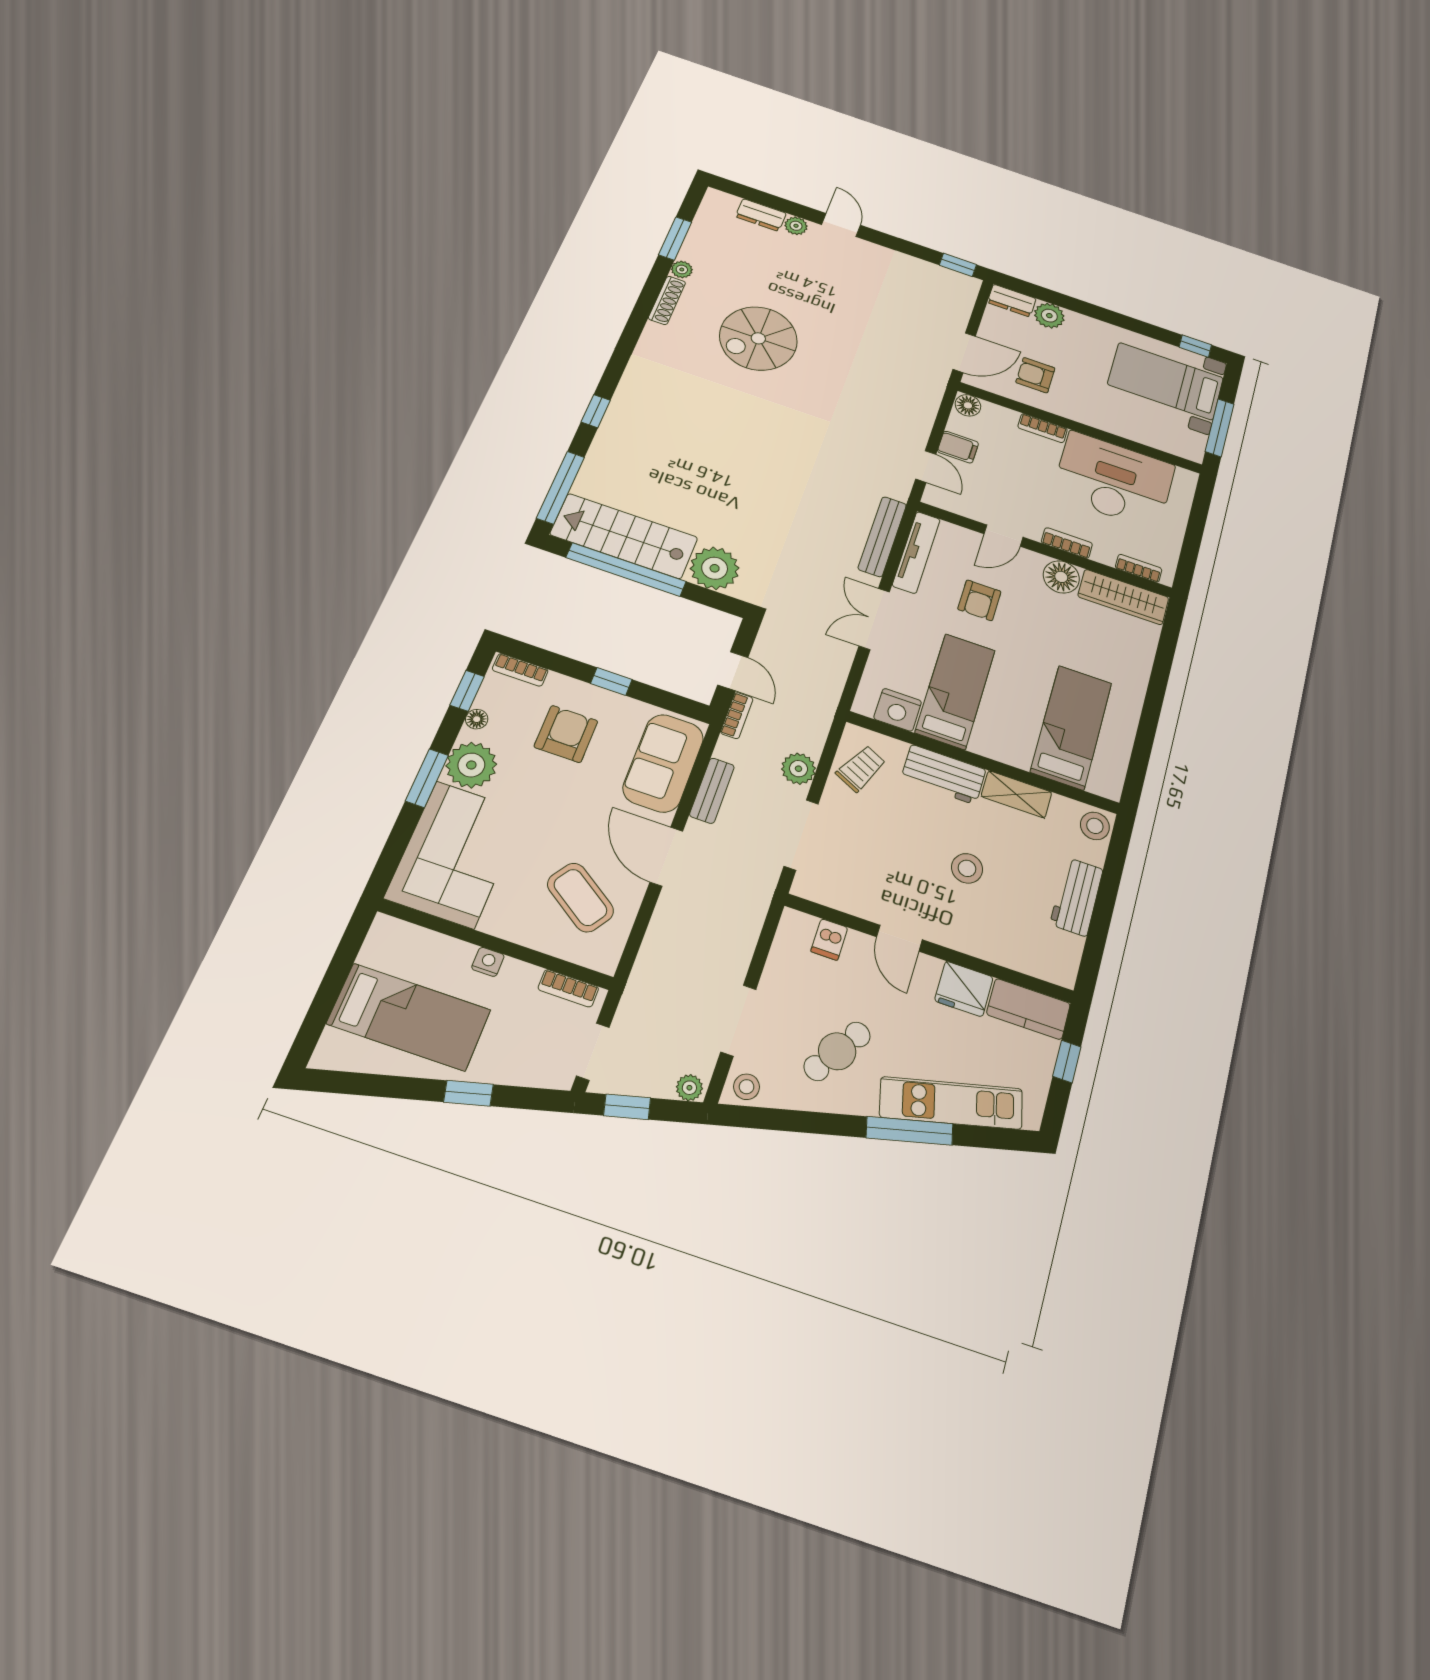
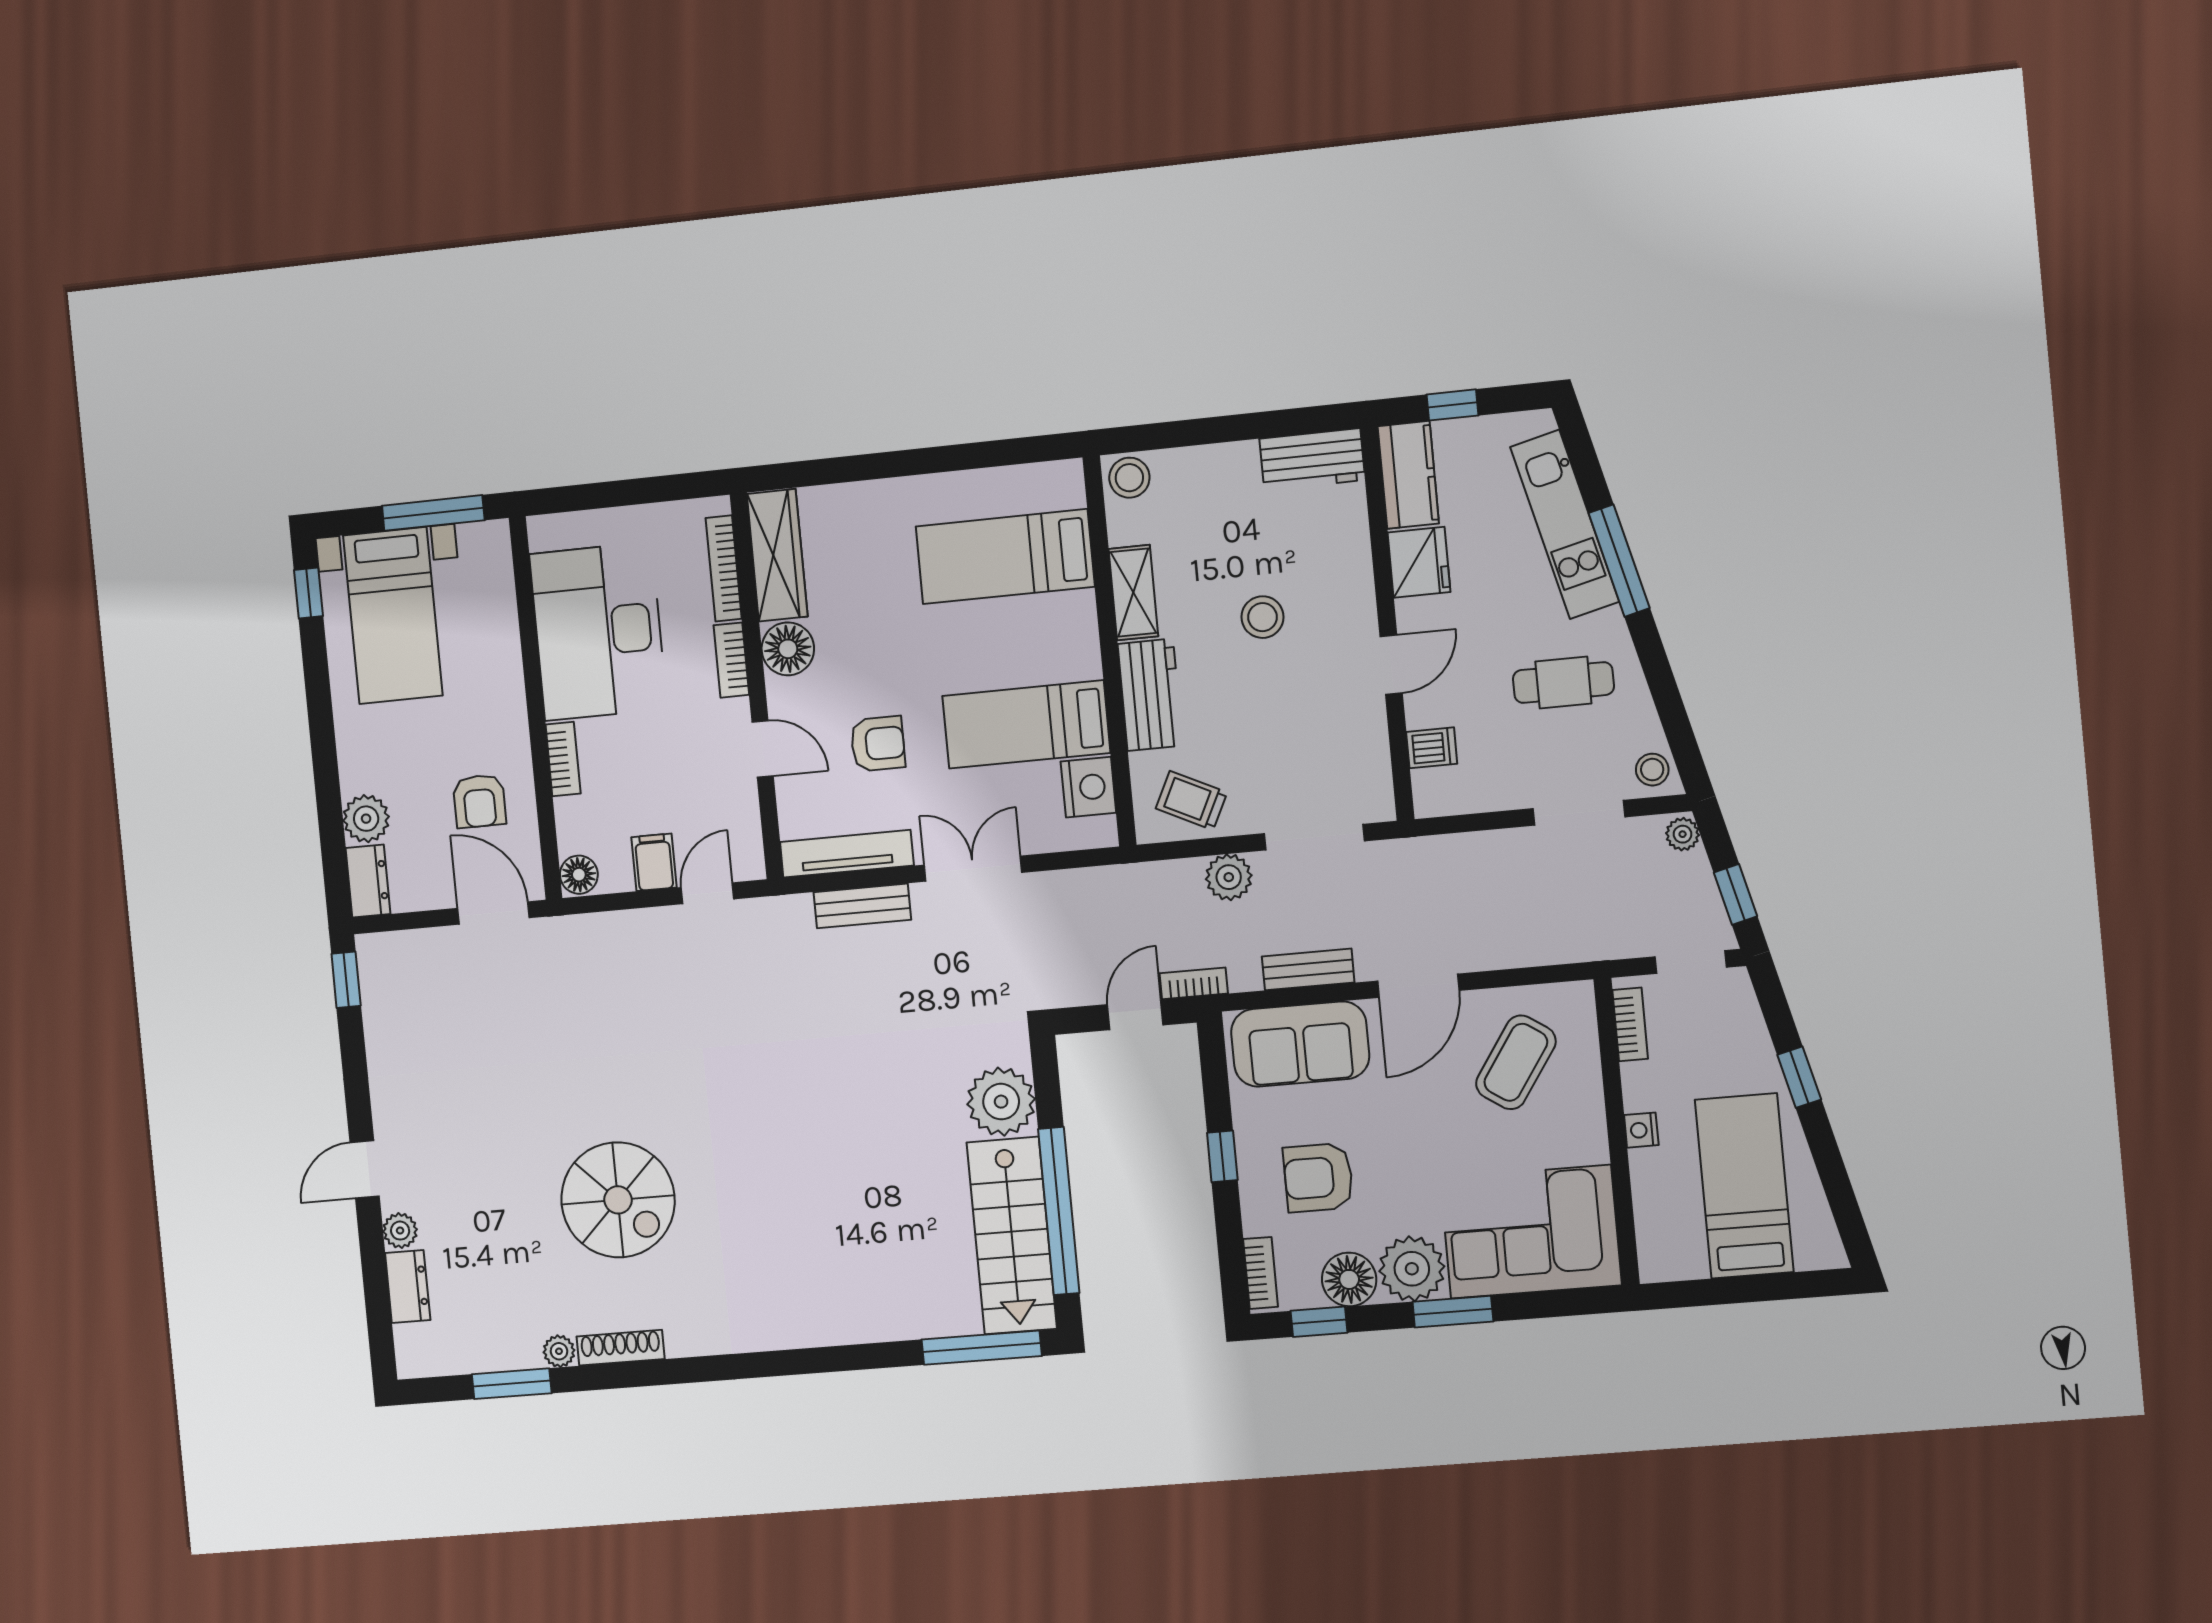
window: (596, 411) -> (845, 1358), removed
bench: (882, 536) -> (862, 906), width x0.73
bookcase: (1139, 568) -> (724, 568), width x1.56
double door: (874, 619) -> (973, 869), swing flipped
floor lamp: (477, 719) -> (1349, 1279), width x1.89, depth x1.89
workbench: (1077, 897) -> (1312, 459), moved
cafe table: (837, 1051) -> (1563, 683), turned -33

